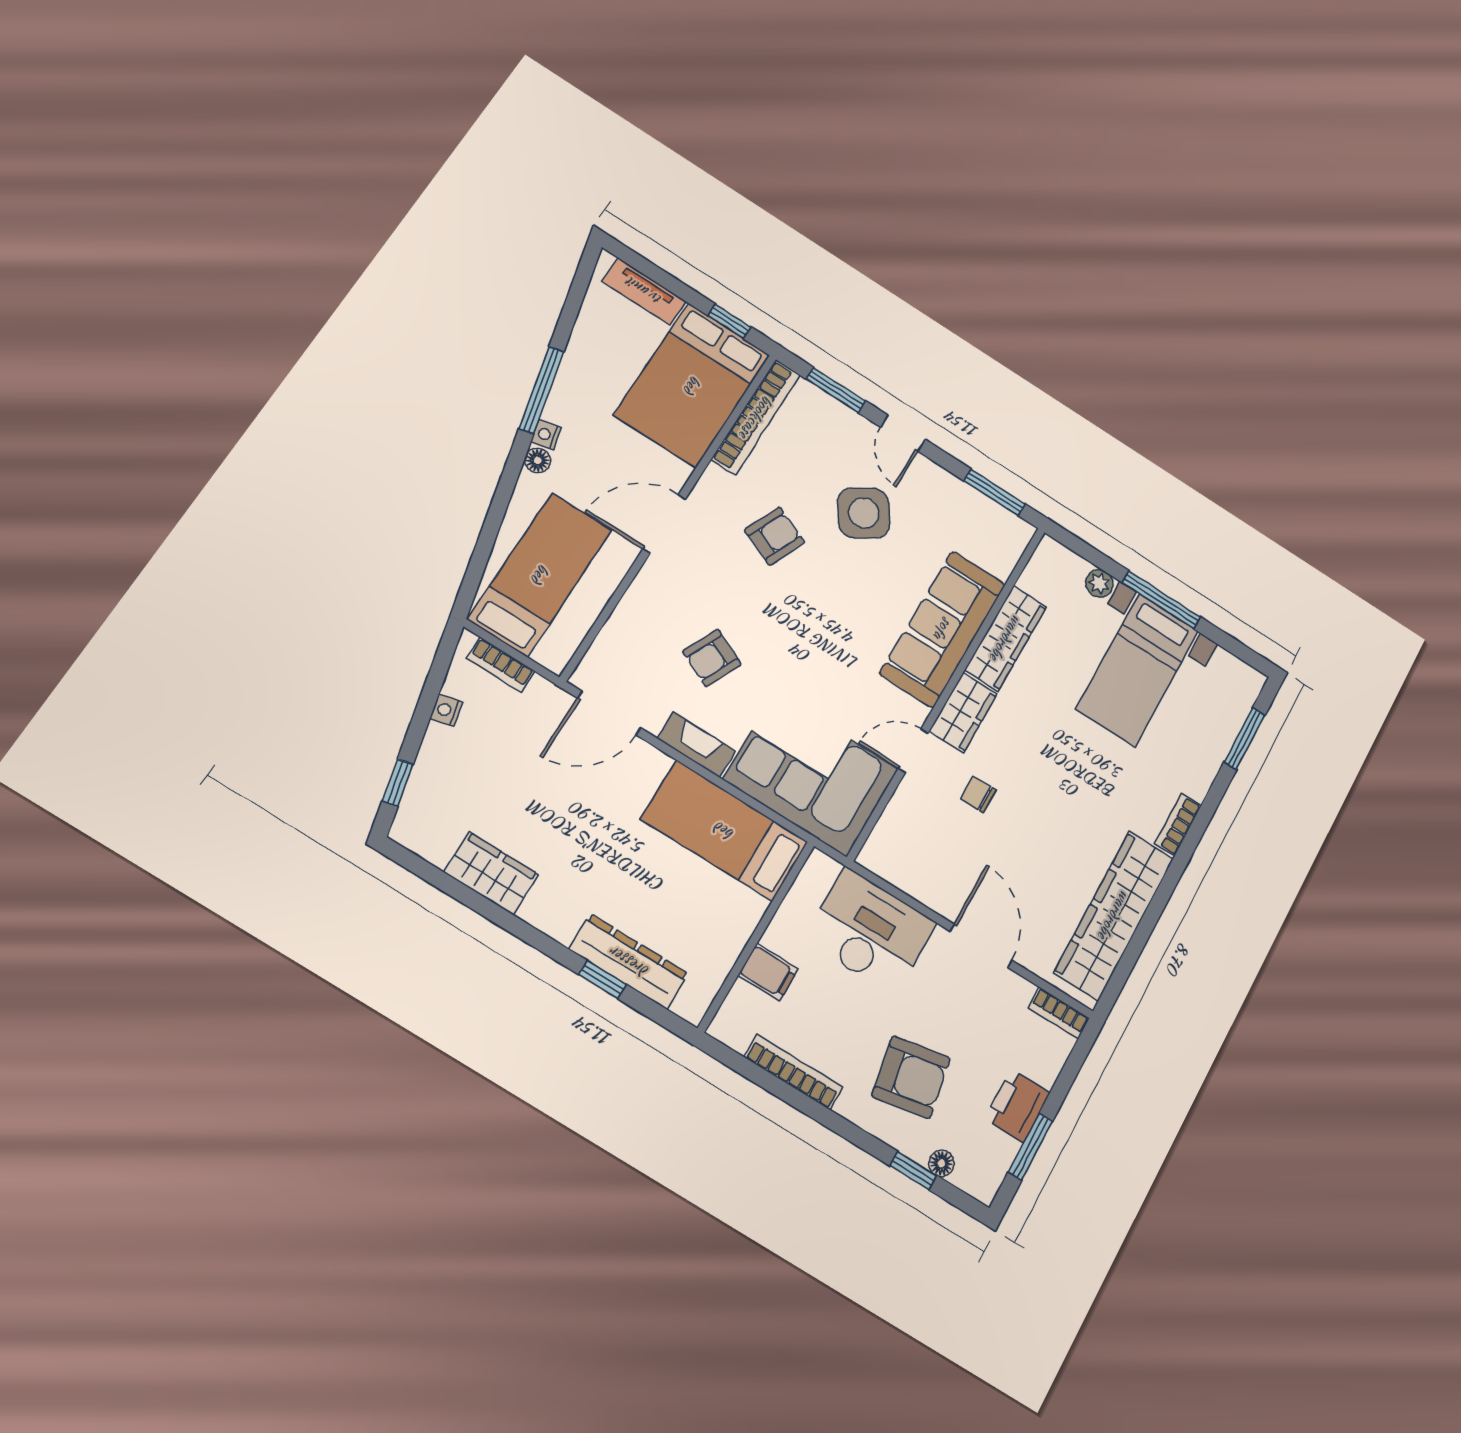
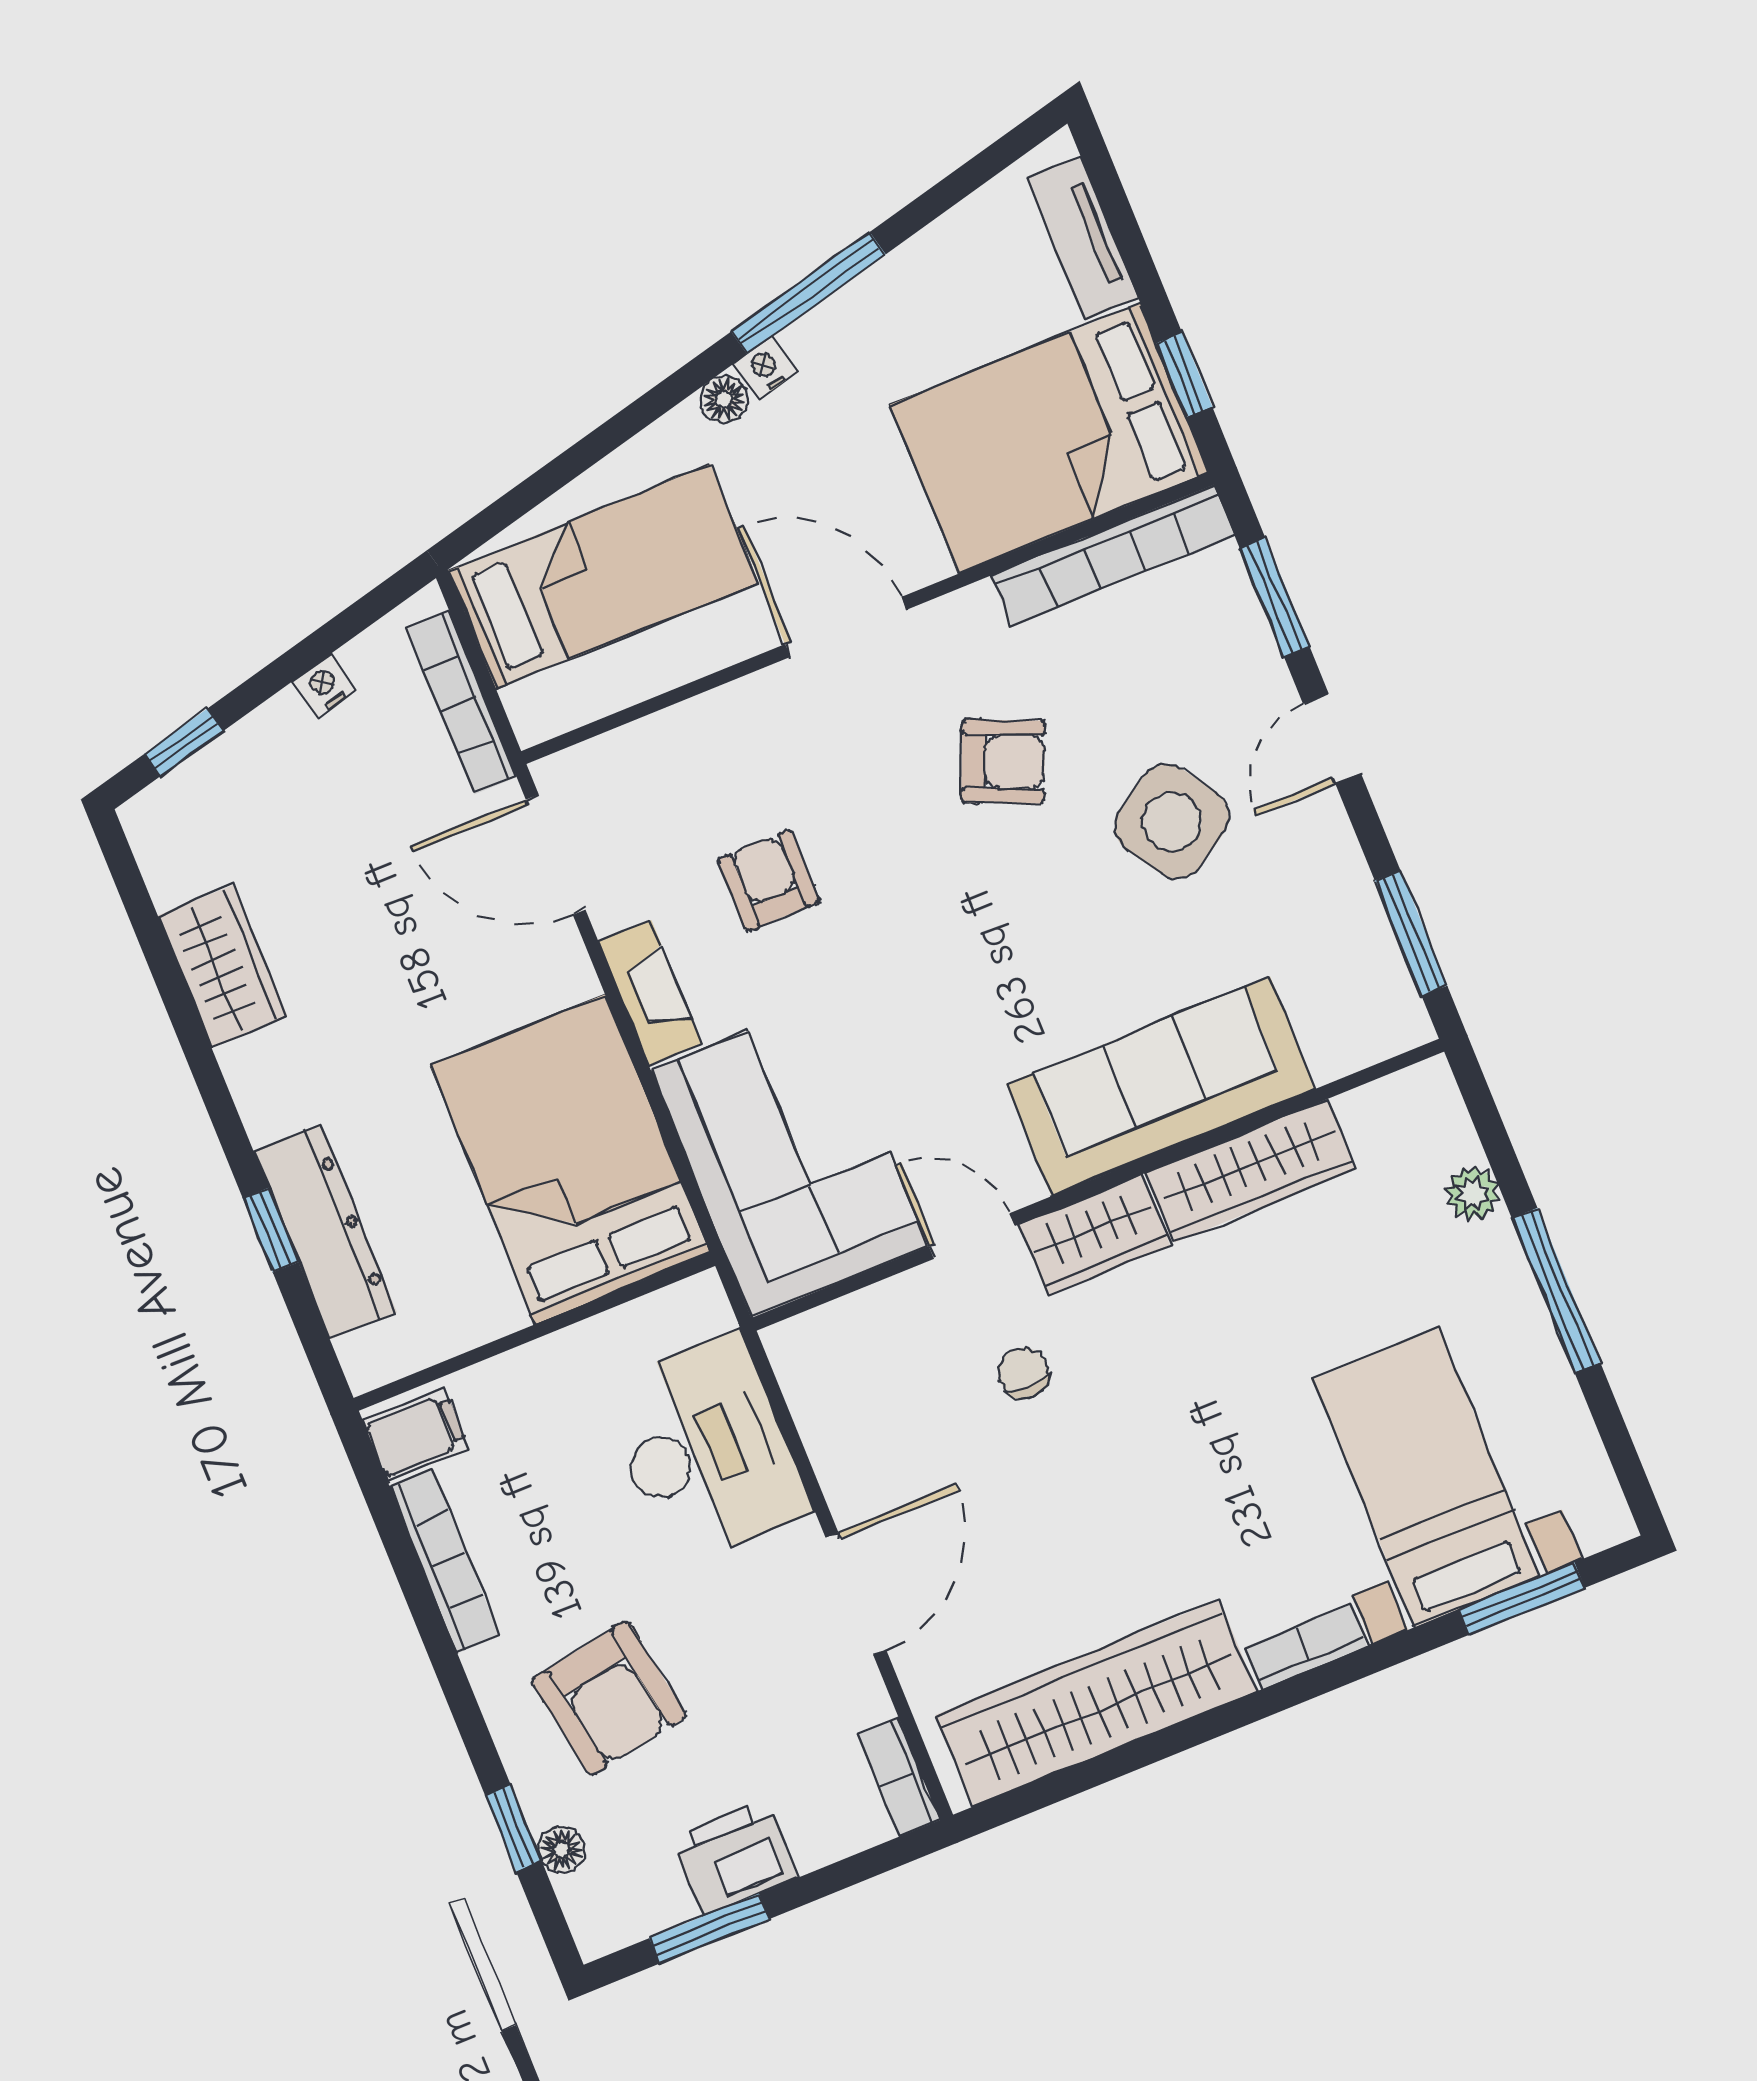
armchair: (712, 658) -> (769, 880), turned 65
bookcase: (501, 665) -> (462, 703), width x1.56
bed with nightstands: (1137, 670) -> (1427, 1478), moved, turned 90
bed: (724, 831) -> (570, 1159), width x1.50
filing cabinet: (768, 972) -> (416, 1435), moved, turned -90

